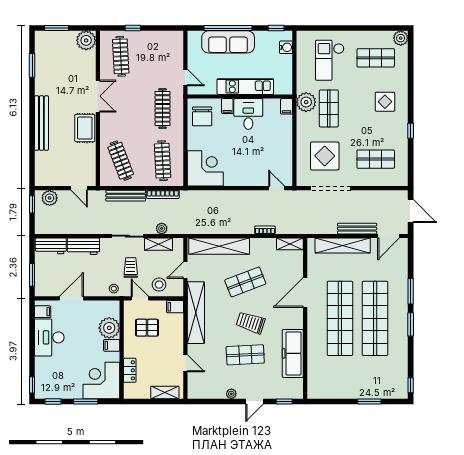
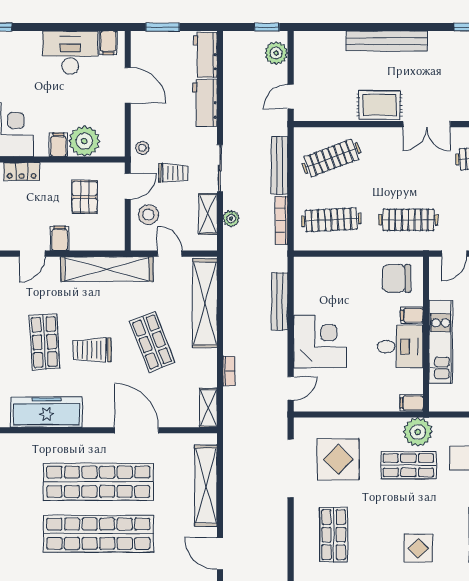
corner desk: (205, 168) -> (320, 342), moved, turned -90
bench: (357, 229) -> (280, 301), moved
filing cabinet: (175, 307) -> (60, 238), moved
trolley: (251, 323) -> (92, 350), turned -108

